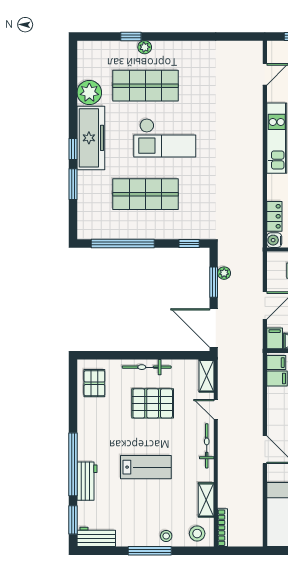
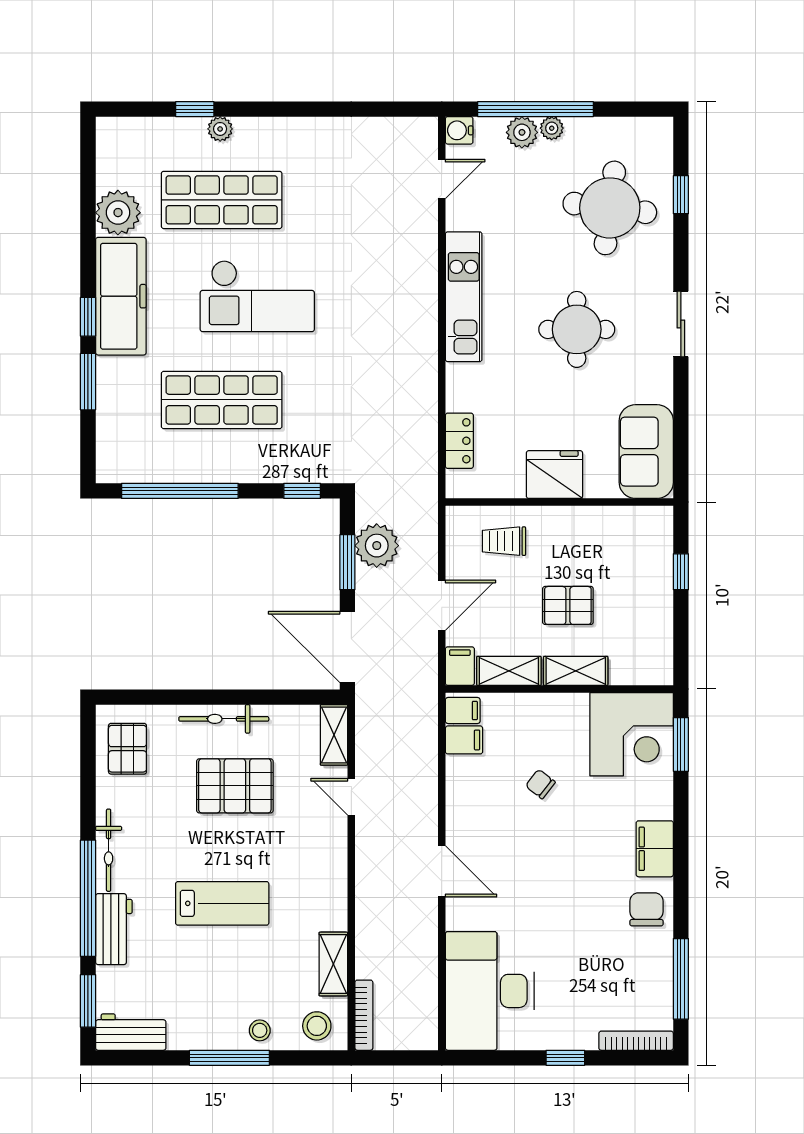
water cooler: (274, 240) -> (459, 130), moved
plant: (224, 273) -> (377, 546), width x1.88, depth x1.88
bicycle: (207, 446) -> (109, 850), moved, turned 180

